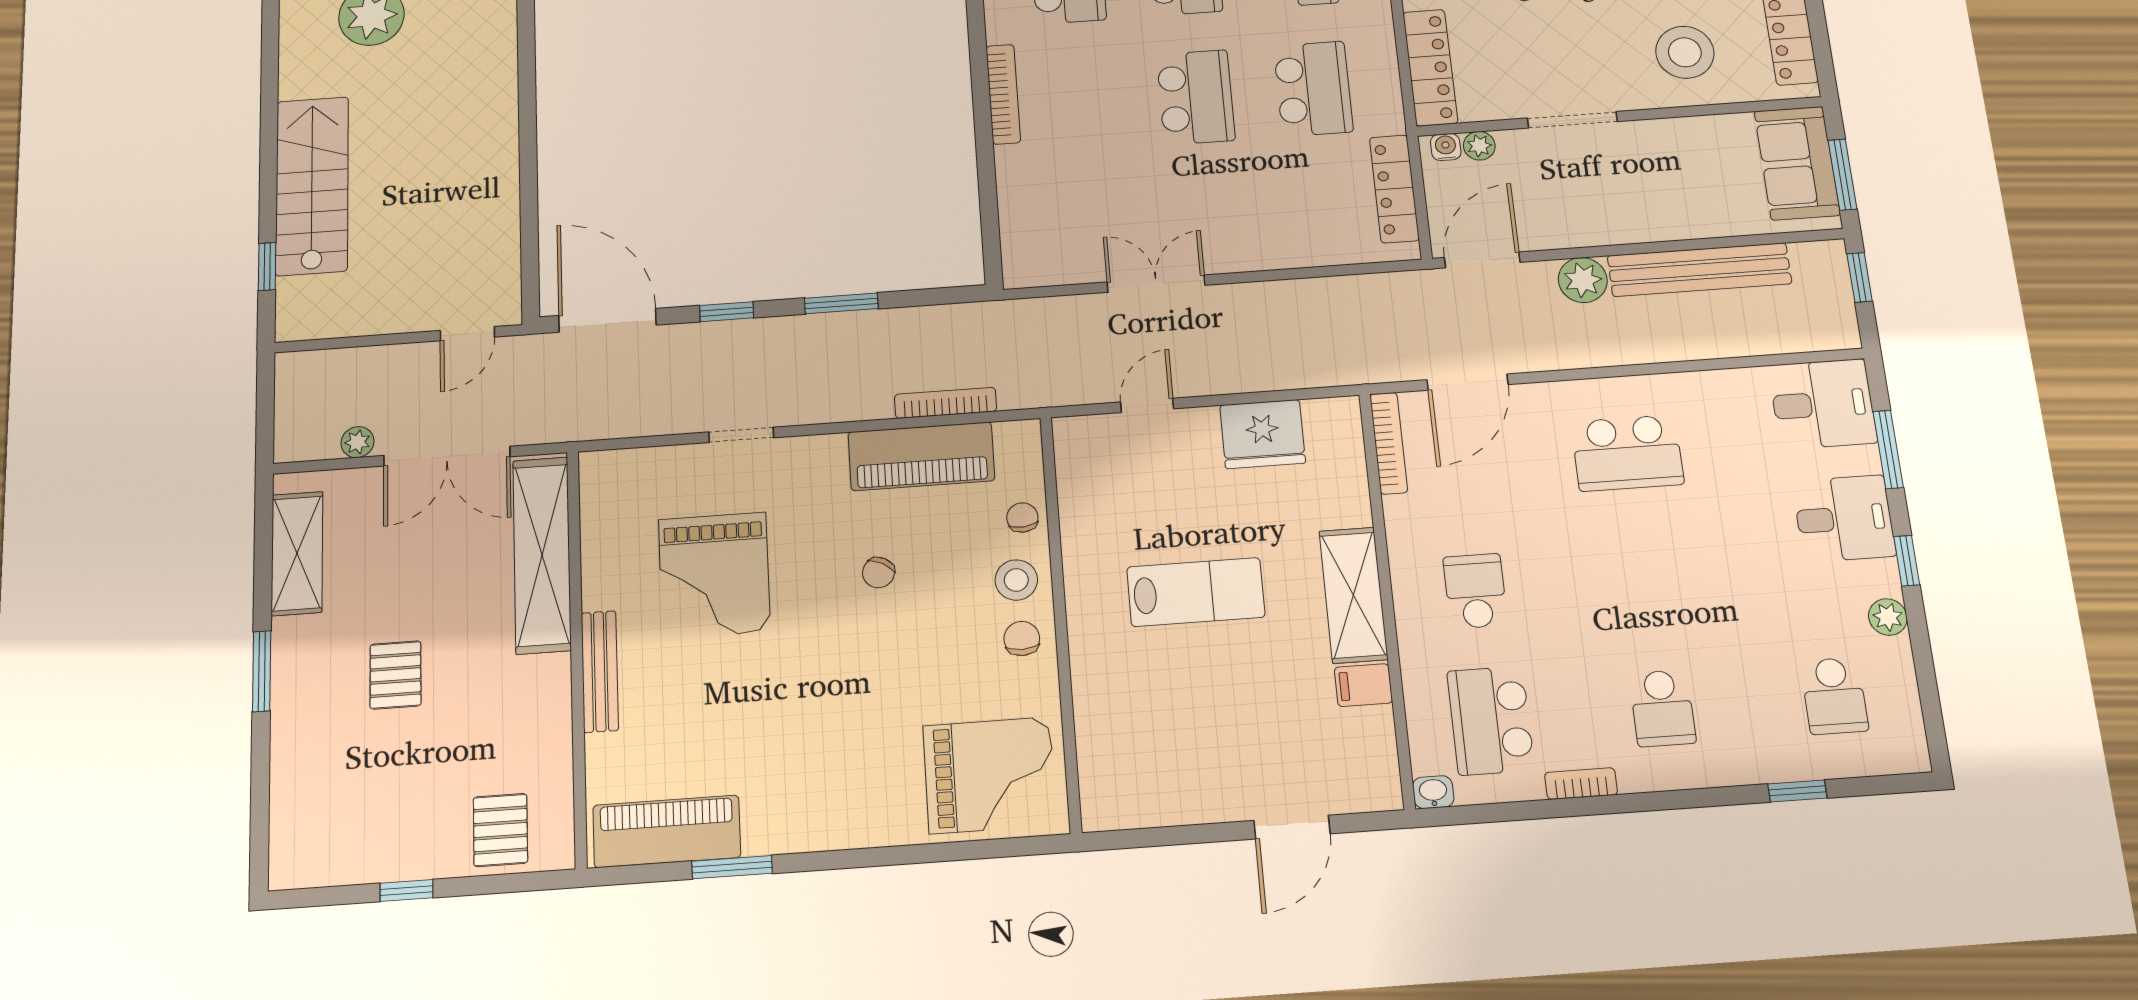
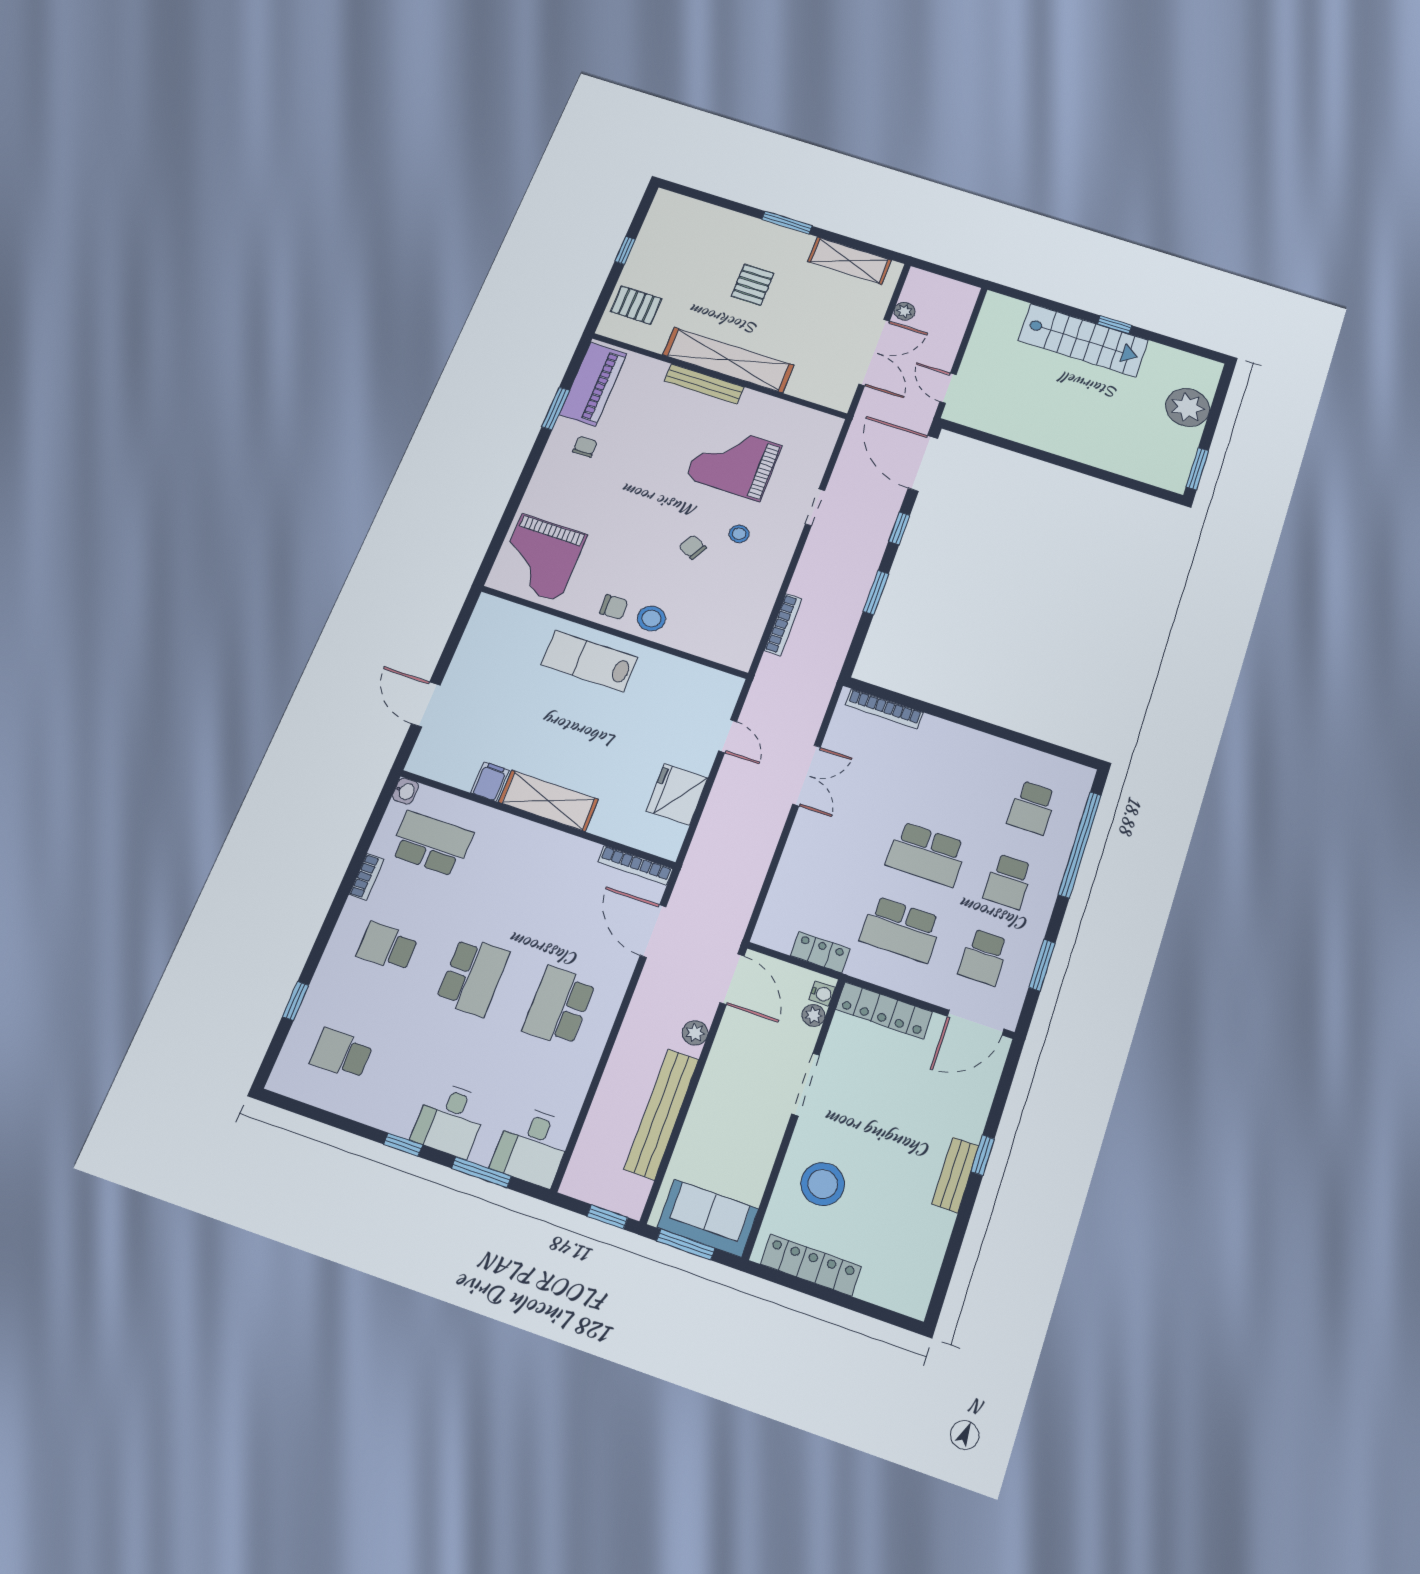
bookcase: (1003, 94) -> (884, 709), moved
locker: (1394, 189) -> (820, 952), width x0.66
window: (267, 267) -> (1115, 325), moved
plant: (1583, 280) -> (695, 1033), width x0.73, depth x0.73
door: (607, 320) -> (923, 463), swing flipped
double door: (447, 456) -> (874, 352), swing flipped
piano: (921, 456) -> (755, 598), removed
chair: (1022, 518) -> (585, 447), moved, turned -85
stool: (829, 519) -> (739, 534), added
shelving: (542, 555) -> (728, 360), moved
school desk: (1475, 591) -> (473, 976), moved, width x1.85
lab bench: (1196, 592) -> (589, 661), moved, turned 90
plant: (1888, 617) -> (373, 1113), removed
pallet: (395, 675) -> (753, 285), turned 90

